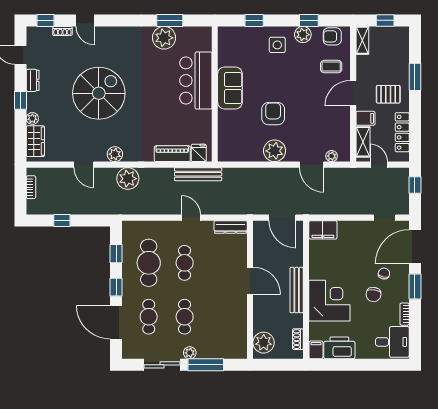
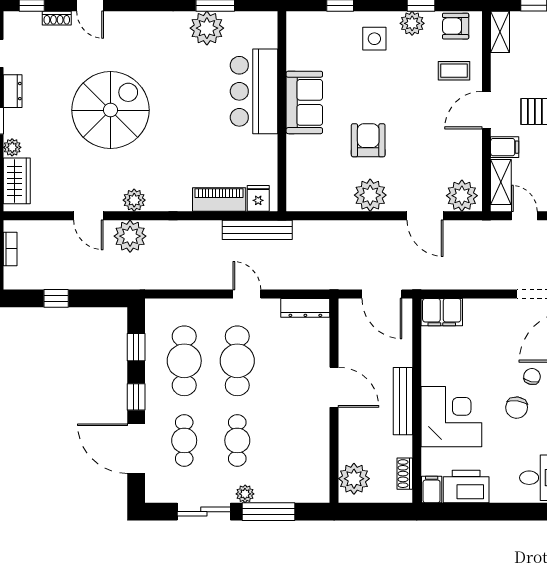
plant: (332, 156) -> (462, 196), width x1.88, depth x1.88
plant: (128, 179) -> (130, 236), moved
cafe table: (185, 263) -> (237, 361), width x1.37, depth x1.35

